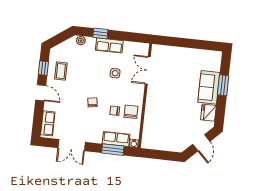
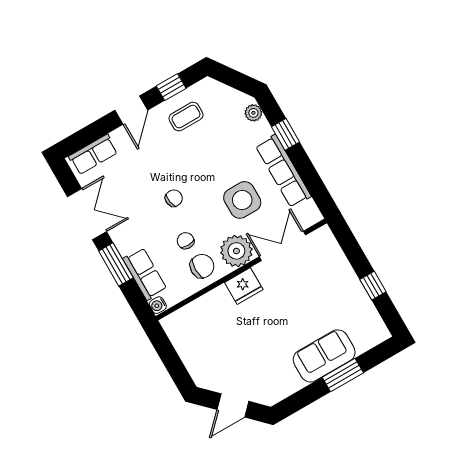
window: (194, 44) -> (373, 286), added
row of seats: (109, 45) -> (283, 171), width x1.48
side table: (115, 73) -> (242, 200), width x1.87, depth x1.87
plant: (135, 92) -> (236, 251), added
fridge: (208, 113) -> (244, 286), moved, turned 180
double door: (72, 145) -> (87, 214), swing flipped
window: (113, 150) -> (116, 264), moved

